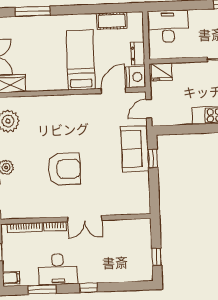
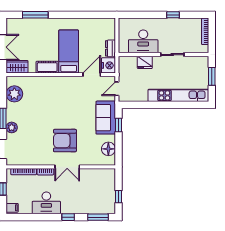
cot: (112, 21) -> (47, 67), moved
desk: (168, 26) -> (143, 41), moved, turned 180
fridge: (162, 72) -> (145, 62), moved
armchair: (64, 169) -> (65, 141), moved, turned 180
floor lamp: (140, 192) -> (108, 149), added
window: (42, 289) -> (98, 217), moved

